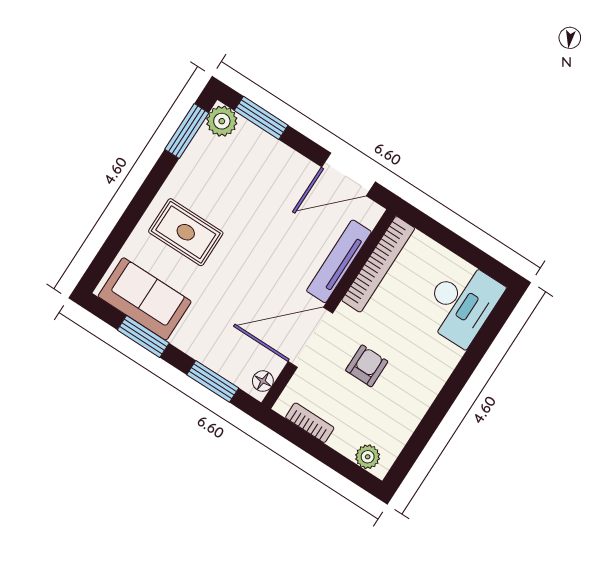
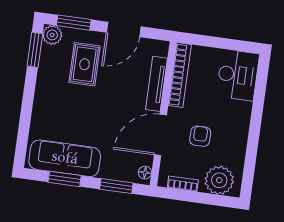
door: (348, 174) -> (124, 29), moved
rug: (186, 232) -> (85, 64), moved, turned 90
sofa: (145, 299) -> (65, 158), width x1.36
plant: (368, 457) -> (219, 180), width x1.88, depth x1.88

